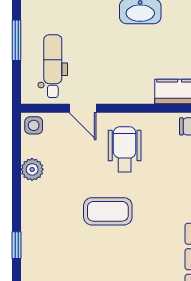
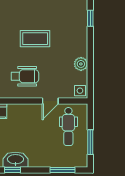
door: (83, 108) -> (50, 101), swing flipped
wheelchair: (125, 149) -> (25, 76), turned -90

